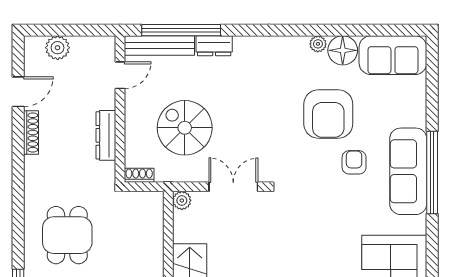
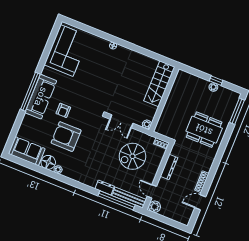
plant: (58, 48) -> (155, 207), moved
door: (120, 75) -> (152, 191), hinge flipped
armchair: (328, 114) -> (66, 137), turned -90
spiral stairs: (185, 128) -> (132, 156), turned 90
dining table: (67, 235) -> (204, 130), width x1.38

